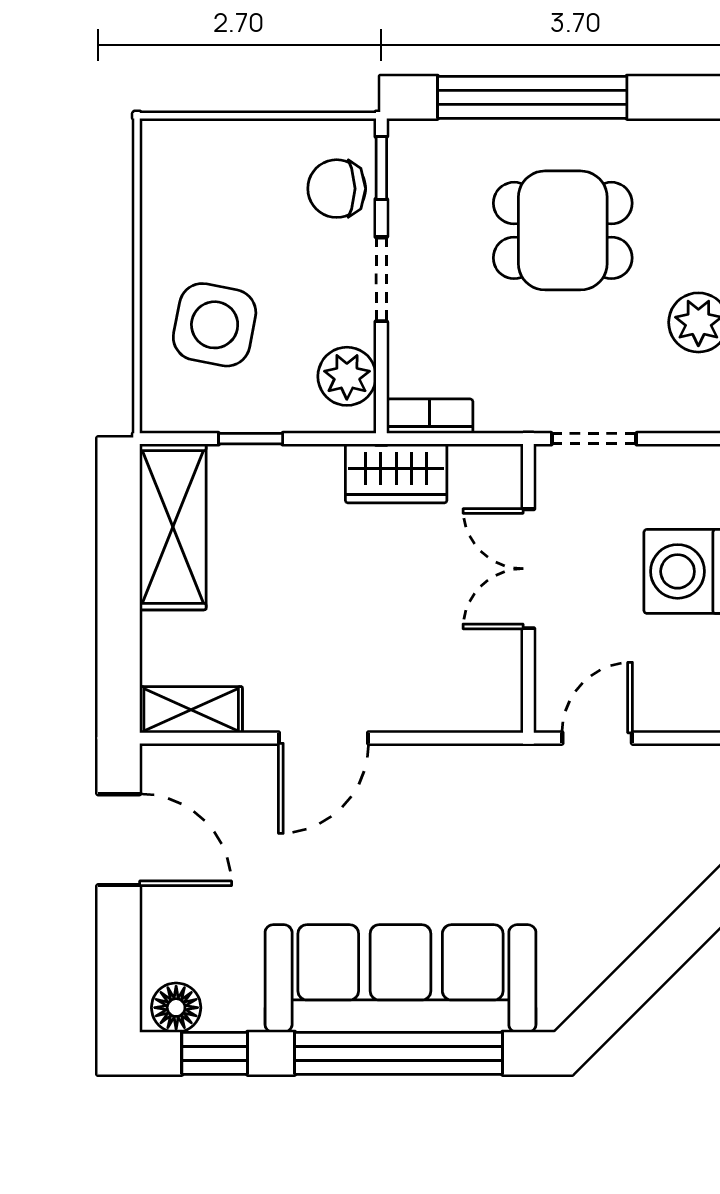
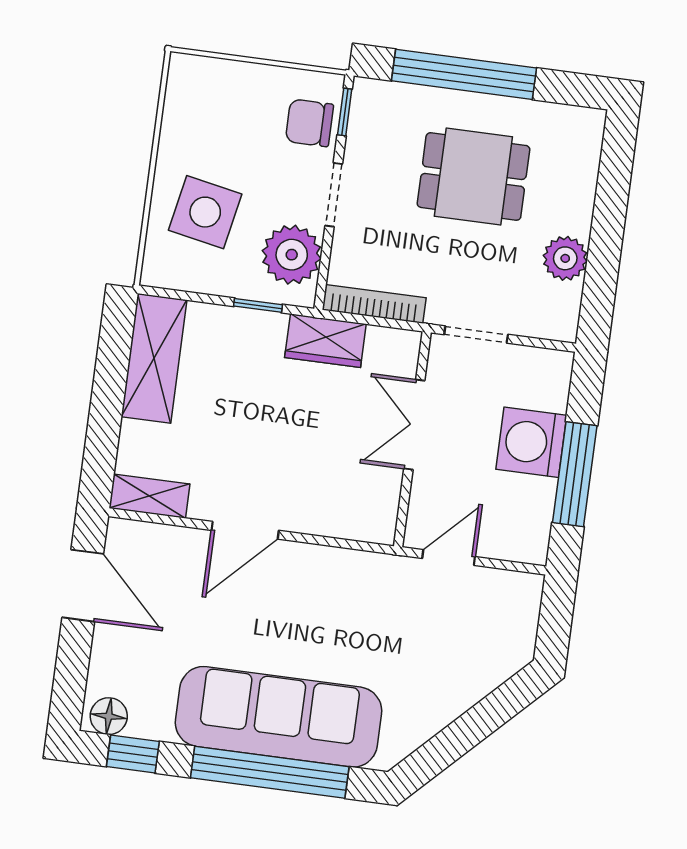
plant: (347, 376) -> (292, 255), width x1.36, depth x1.36
bookcase: (430, 416) -> (374, 304), width x1.56
window: (251, 439) -> (258, 305), moved

